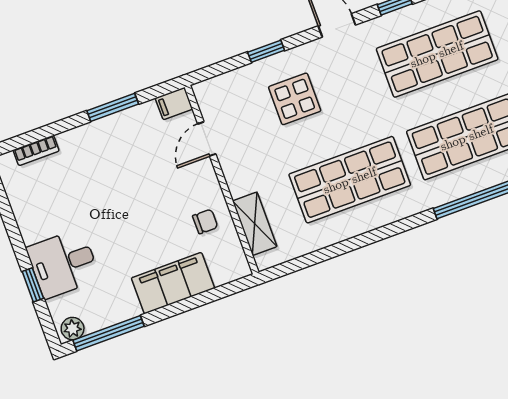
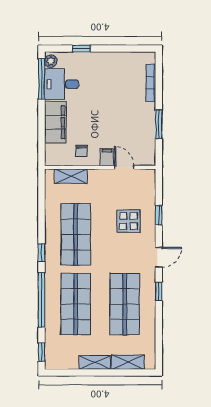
filing cabinet: (174, 104) -> (107, 157), moved
bookcase: (36, 150) -> (151, 83), width x1.56
window: (402, 226) -> (42, 253), added
desk: (63, 264) -> (62, 84), moved, turned -90

